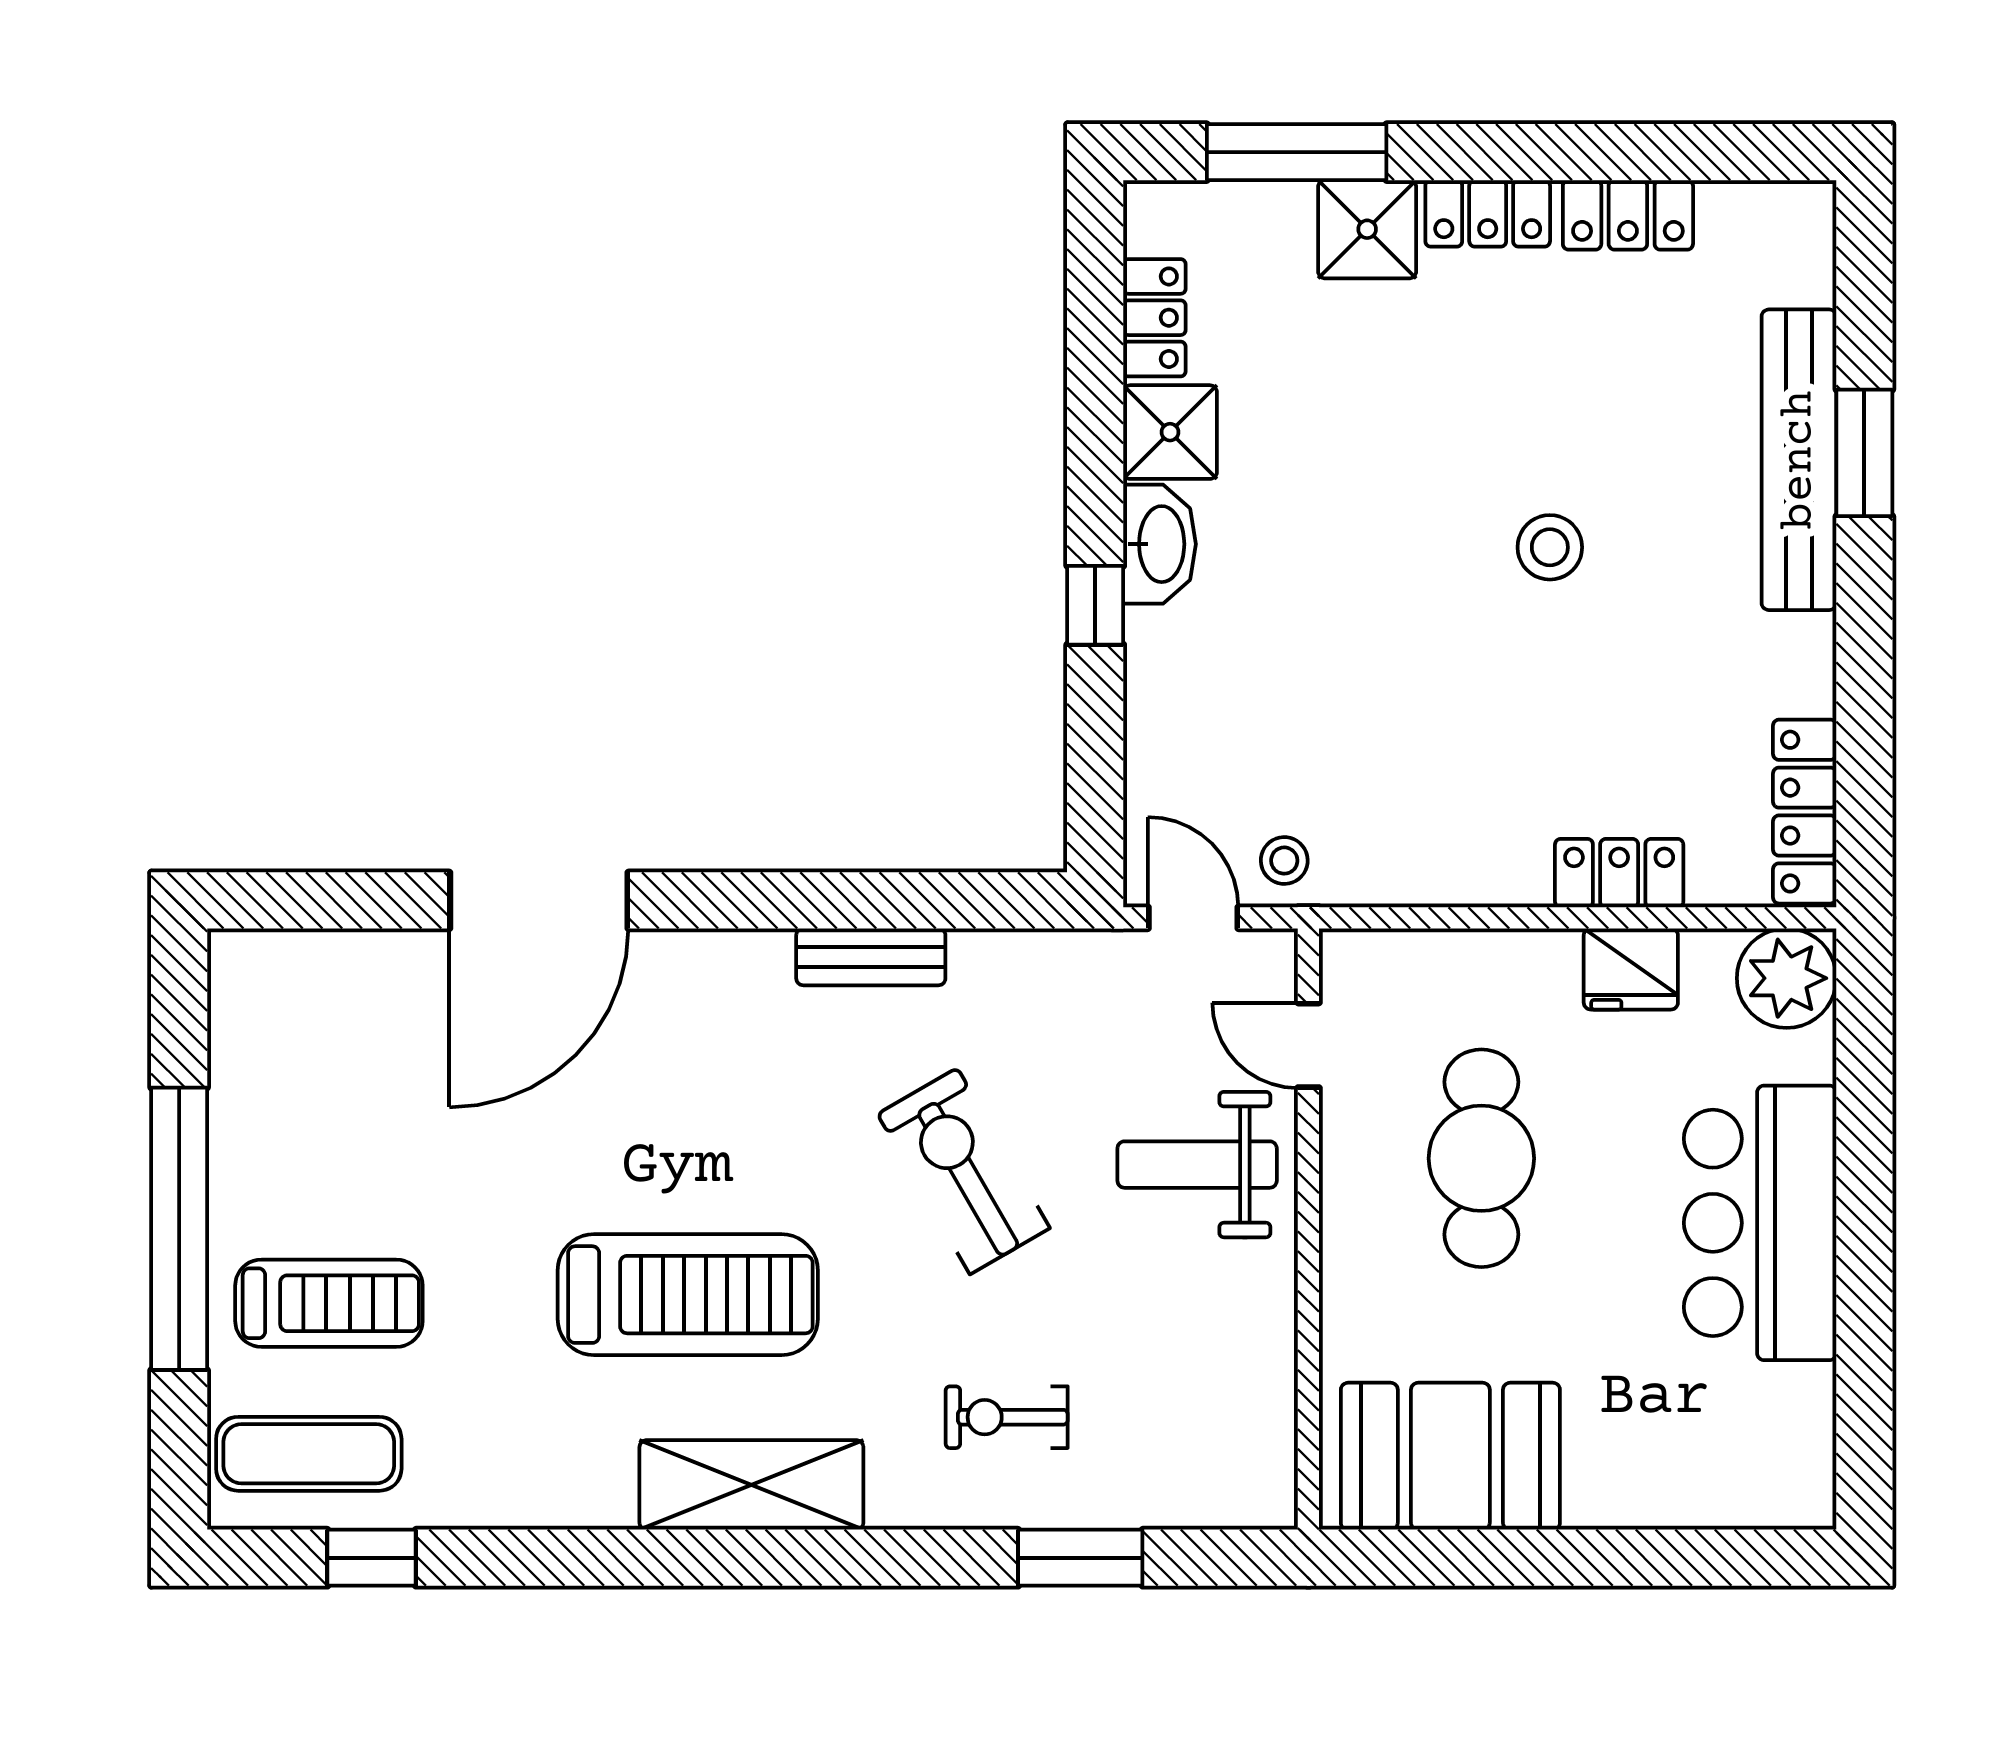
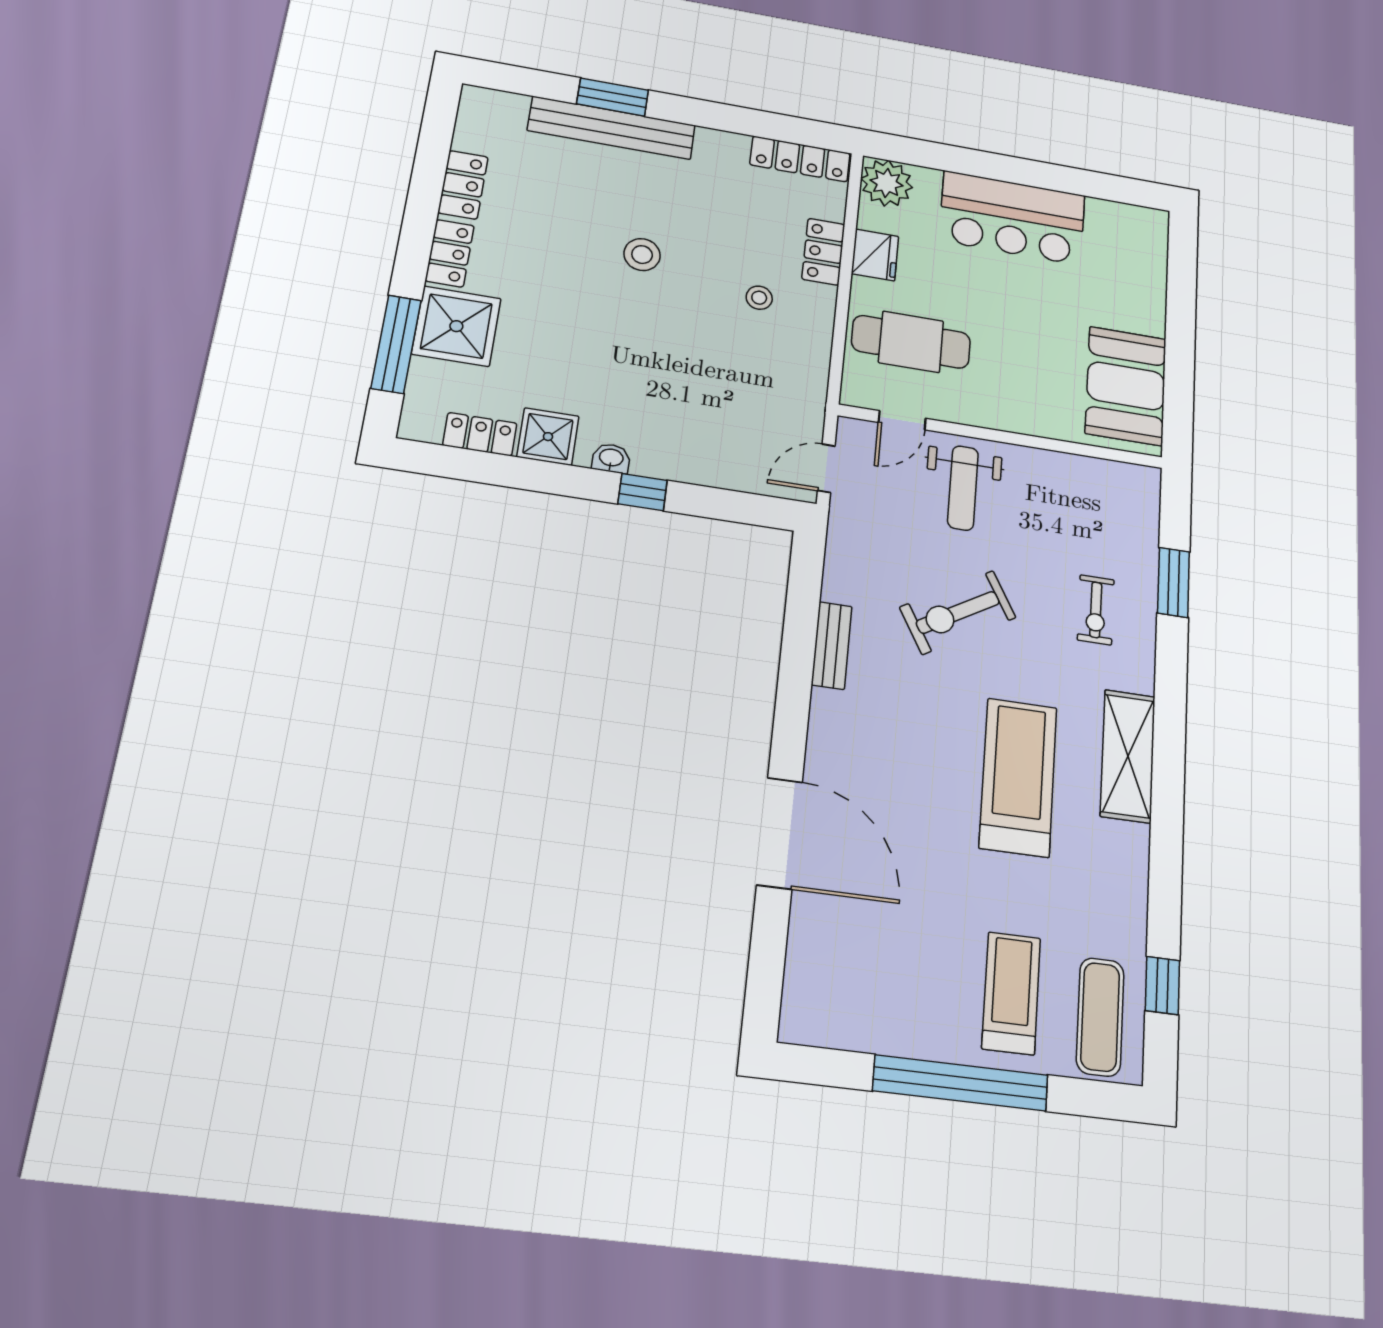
shower: (1367, 229) -> (456, 326), width x1.36, depth x1.36
washbasin: (1160, 544) -> (611, 458), width x0.52, depth x0.69
stool: (1284, 861) -> (759, 298), moved
cafe table: (1481, 1158) -> (911, 342), moved

